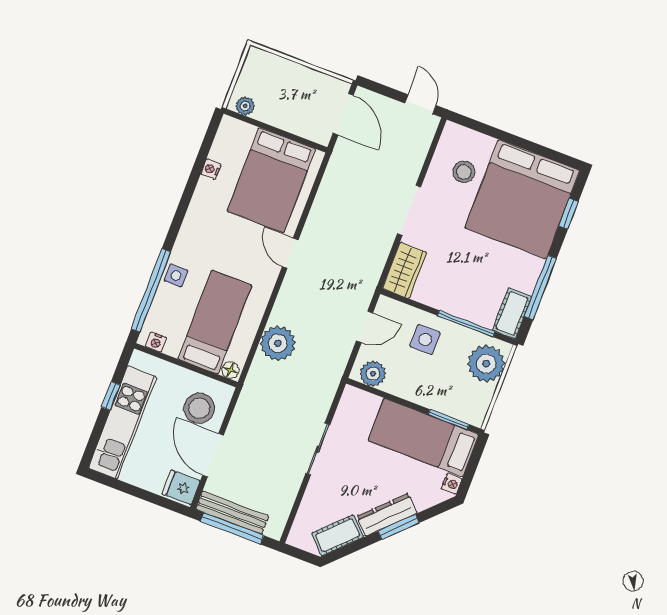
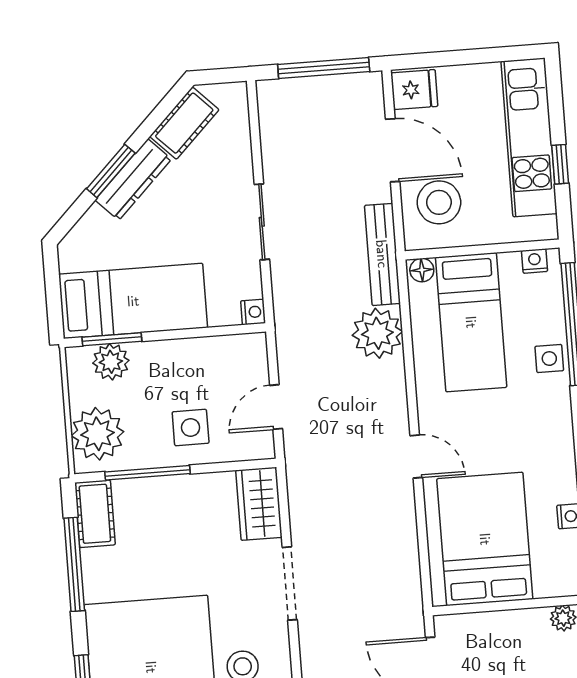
plant: (373, 374) -> (111, 362), moved
nightstand: (452, 484) -> (253, 312), moved, turned 180
bench: (232, 513) -> (382, 254), moved, turned 90

